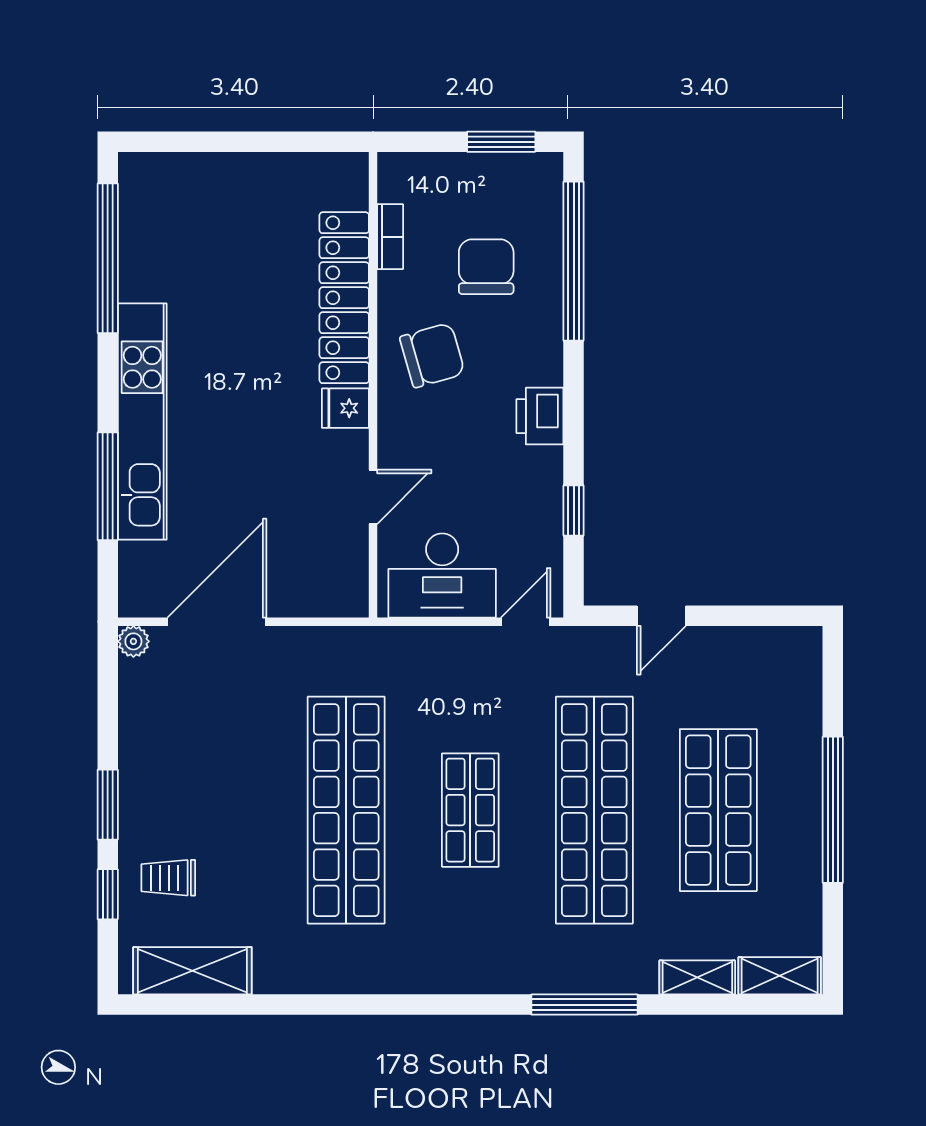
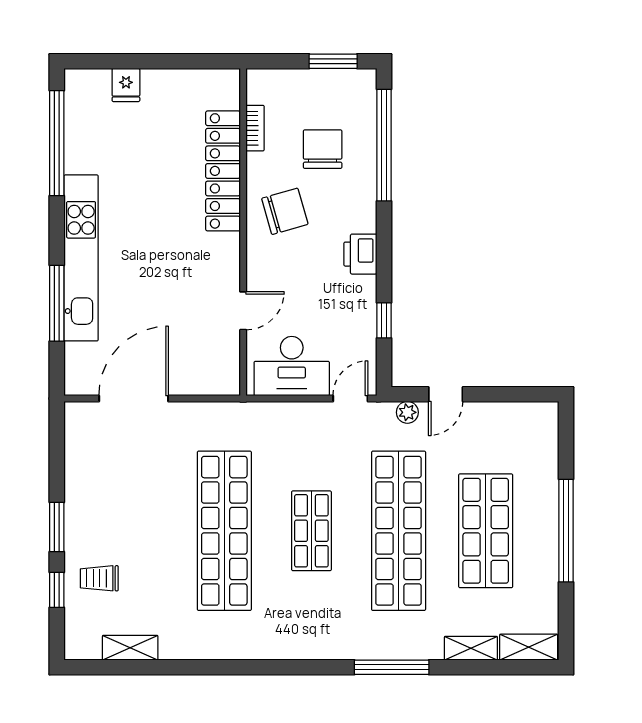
fridge: (345, 408) -> (126, 85), moved, turned -90
plant: (133, 641) -> (407, 412), moved
shelving: (192, 971) -> (130, 648), width x0.67, depth x0.75

